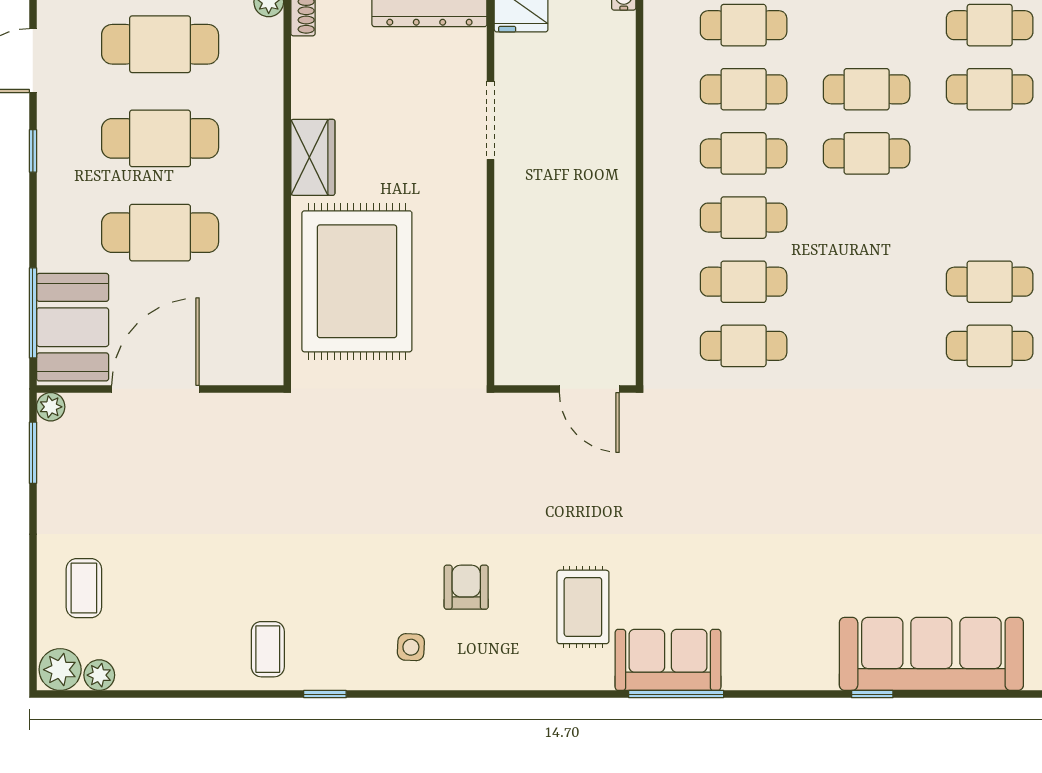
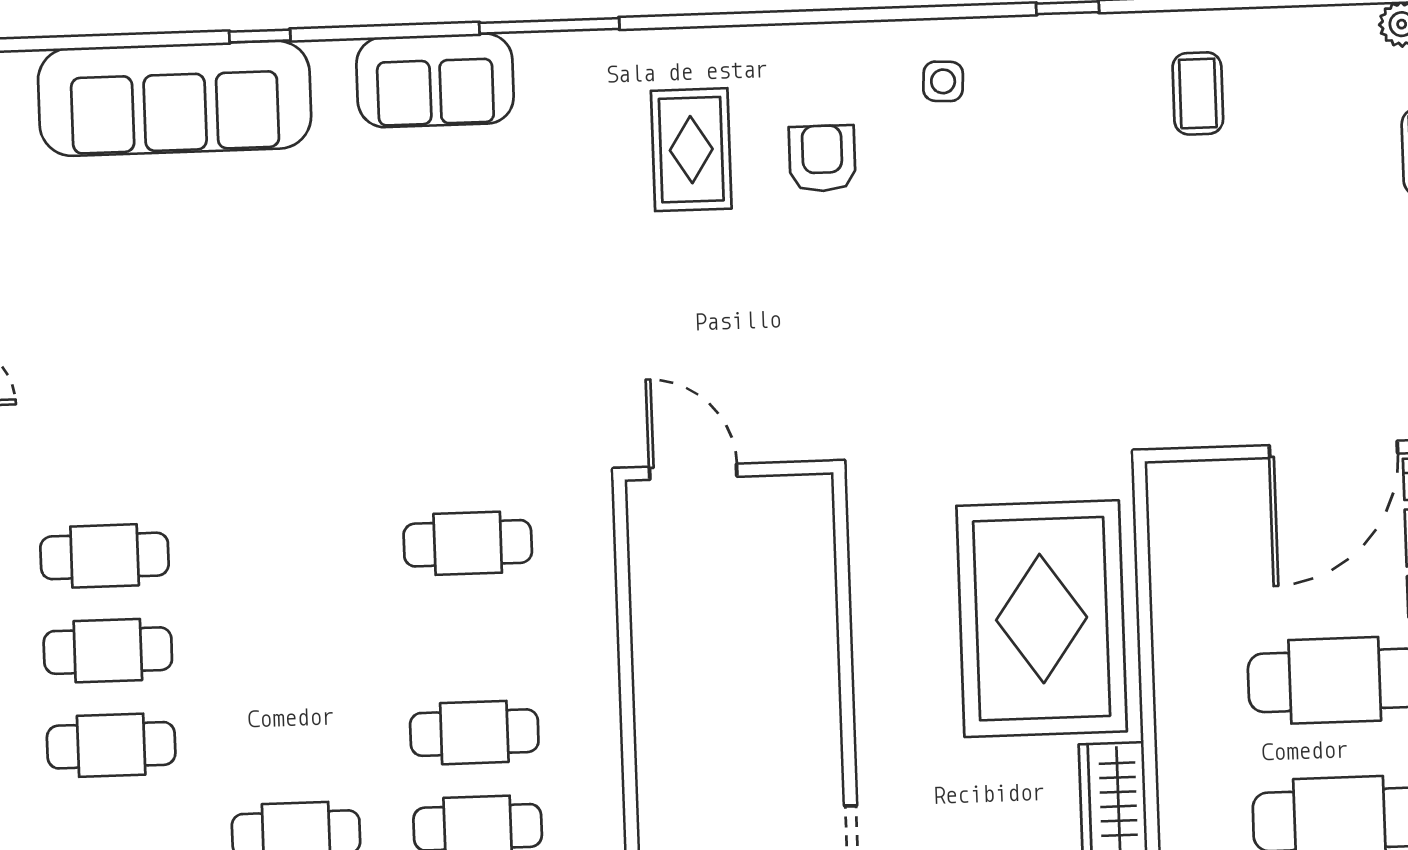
cafe table: (744, 282) -> (111, 745), moved
armchair: (466, 587) -> (822, 158), moved, turned 180
coffee table: (268, 649) -> (1198, 93), moved
sofa: (668, 660) -> (435, 80), moved

